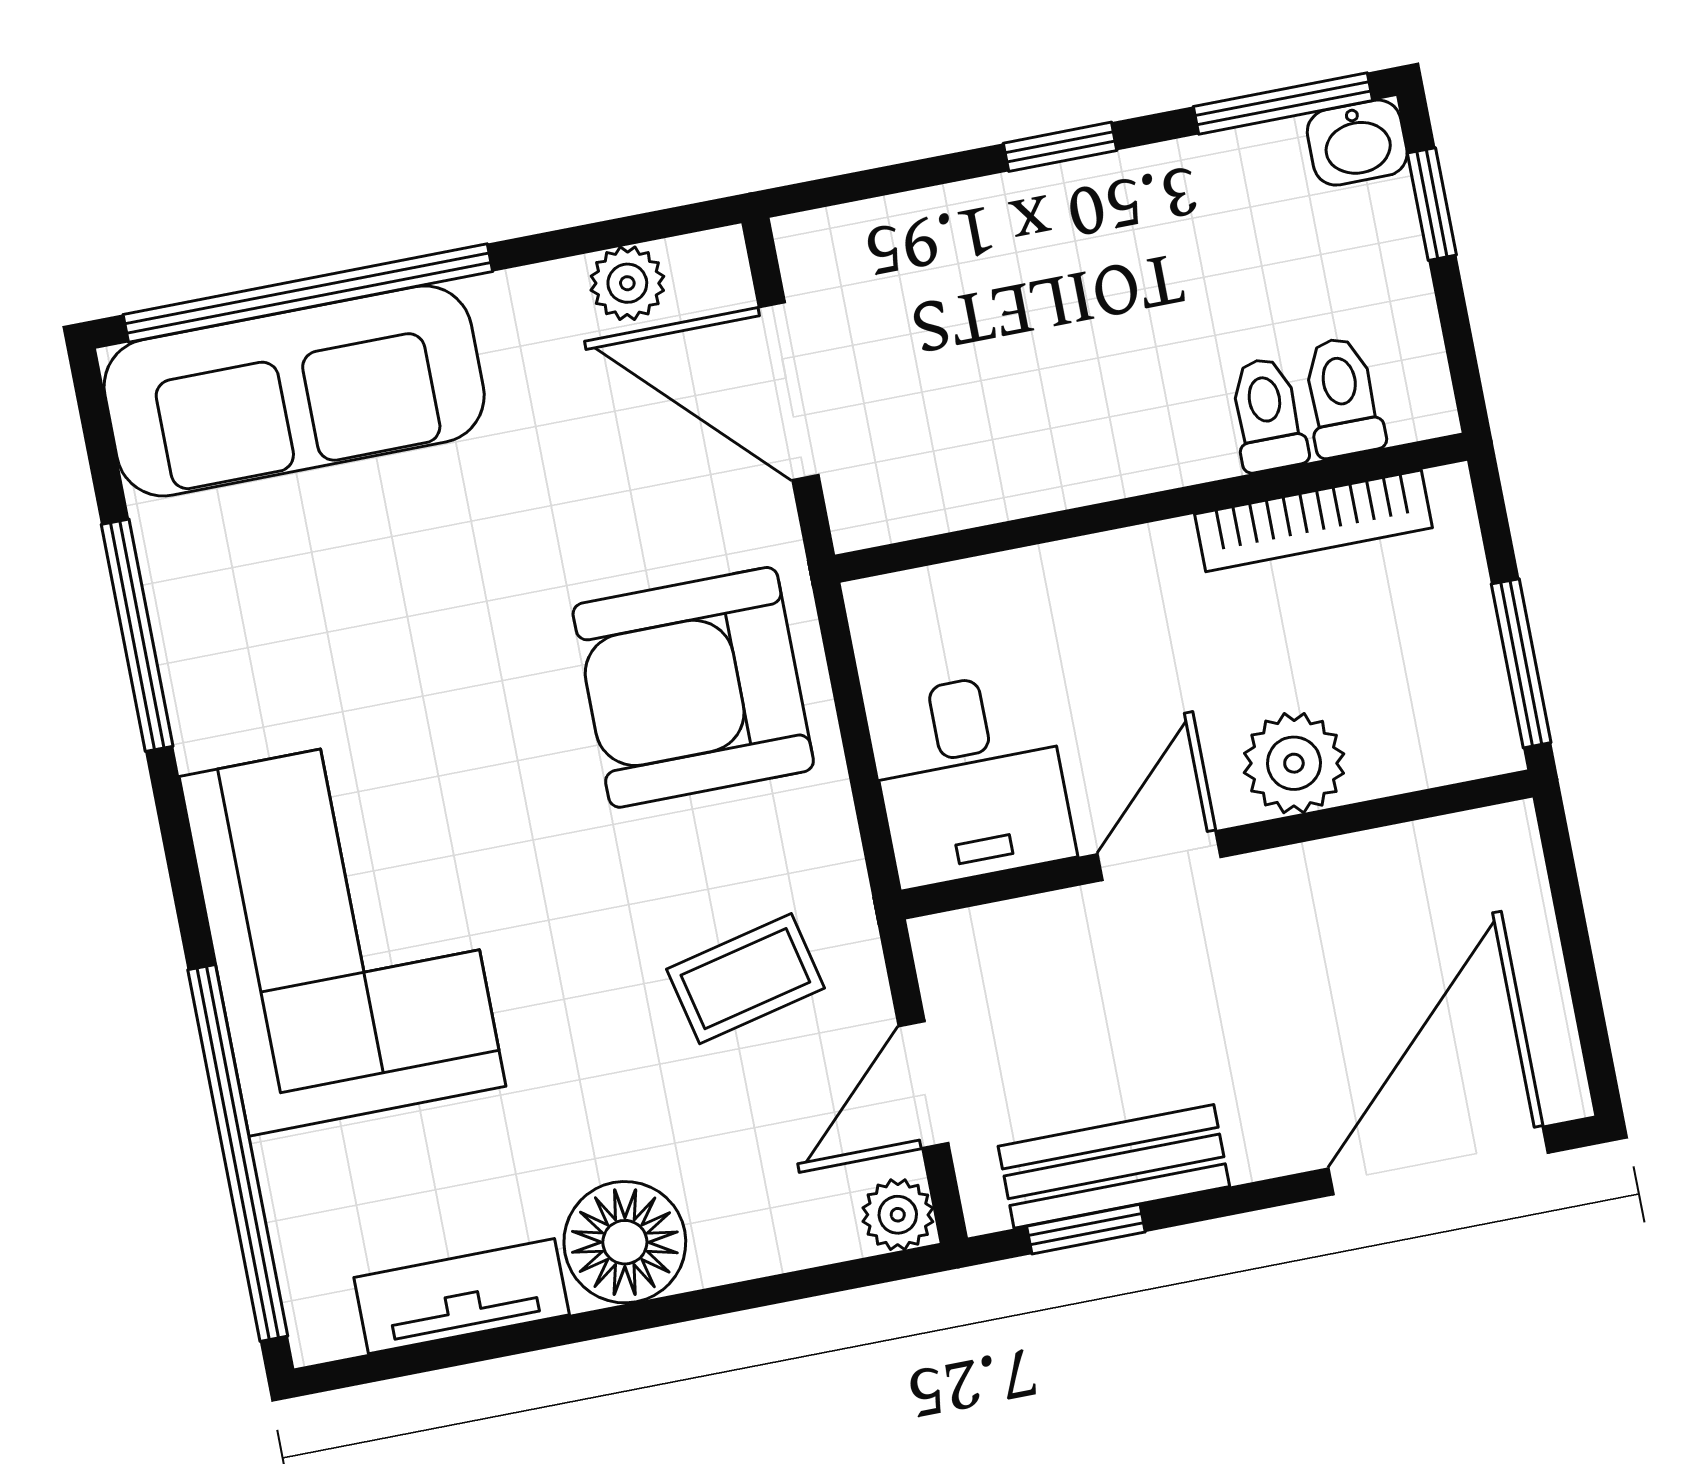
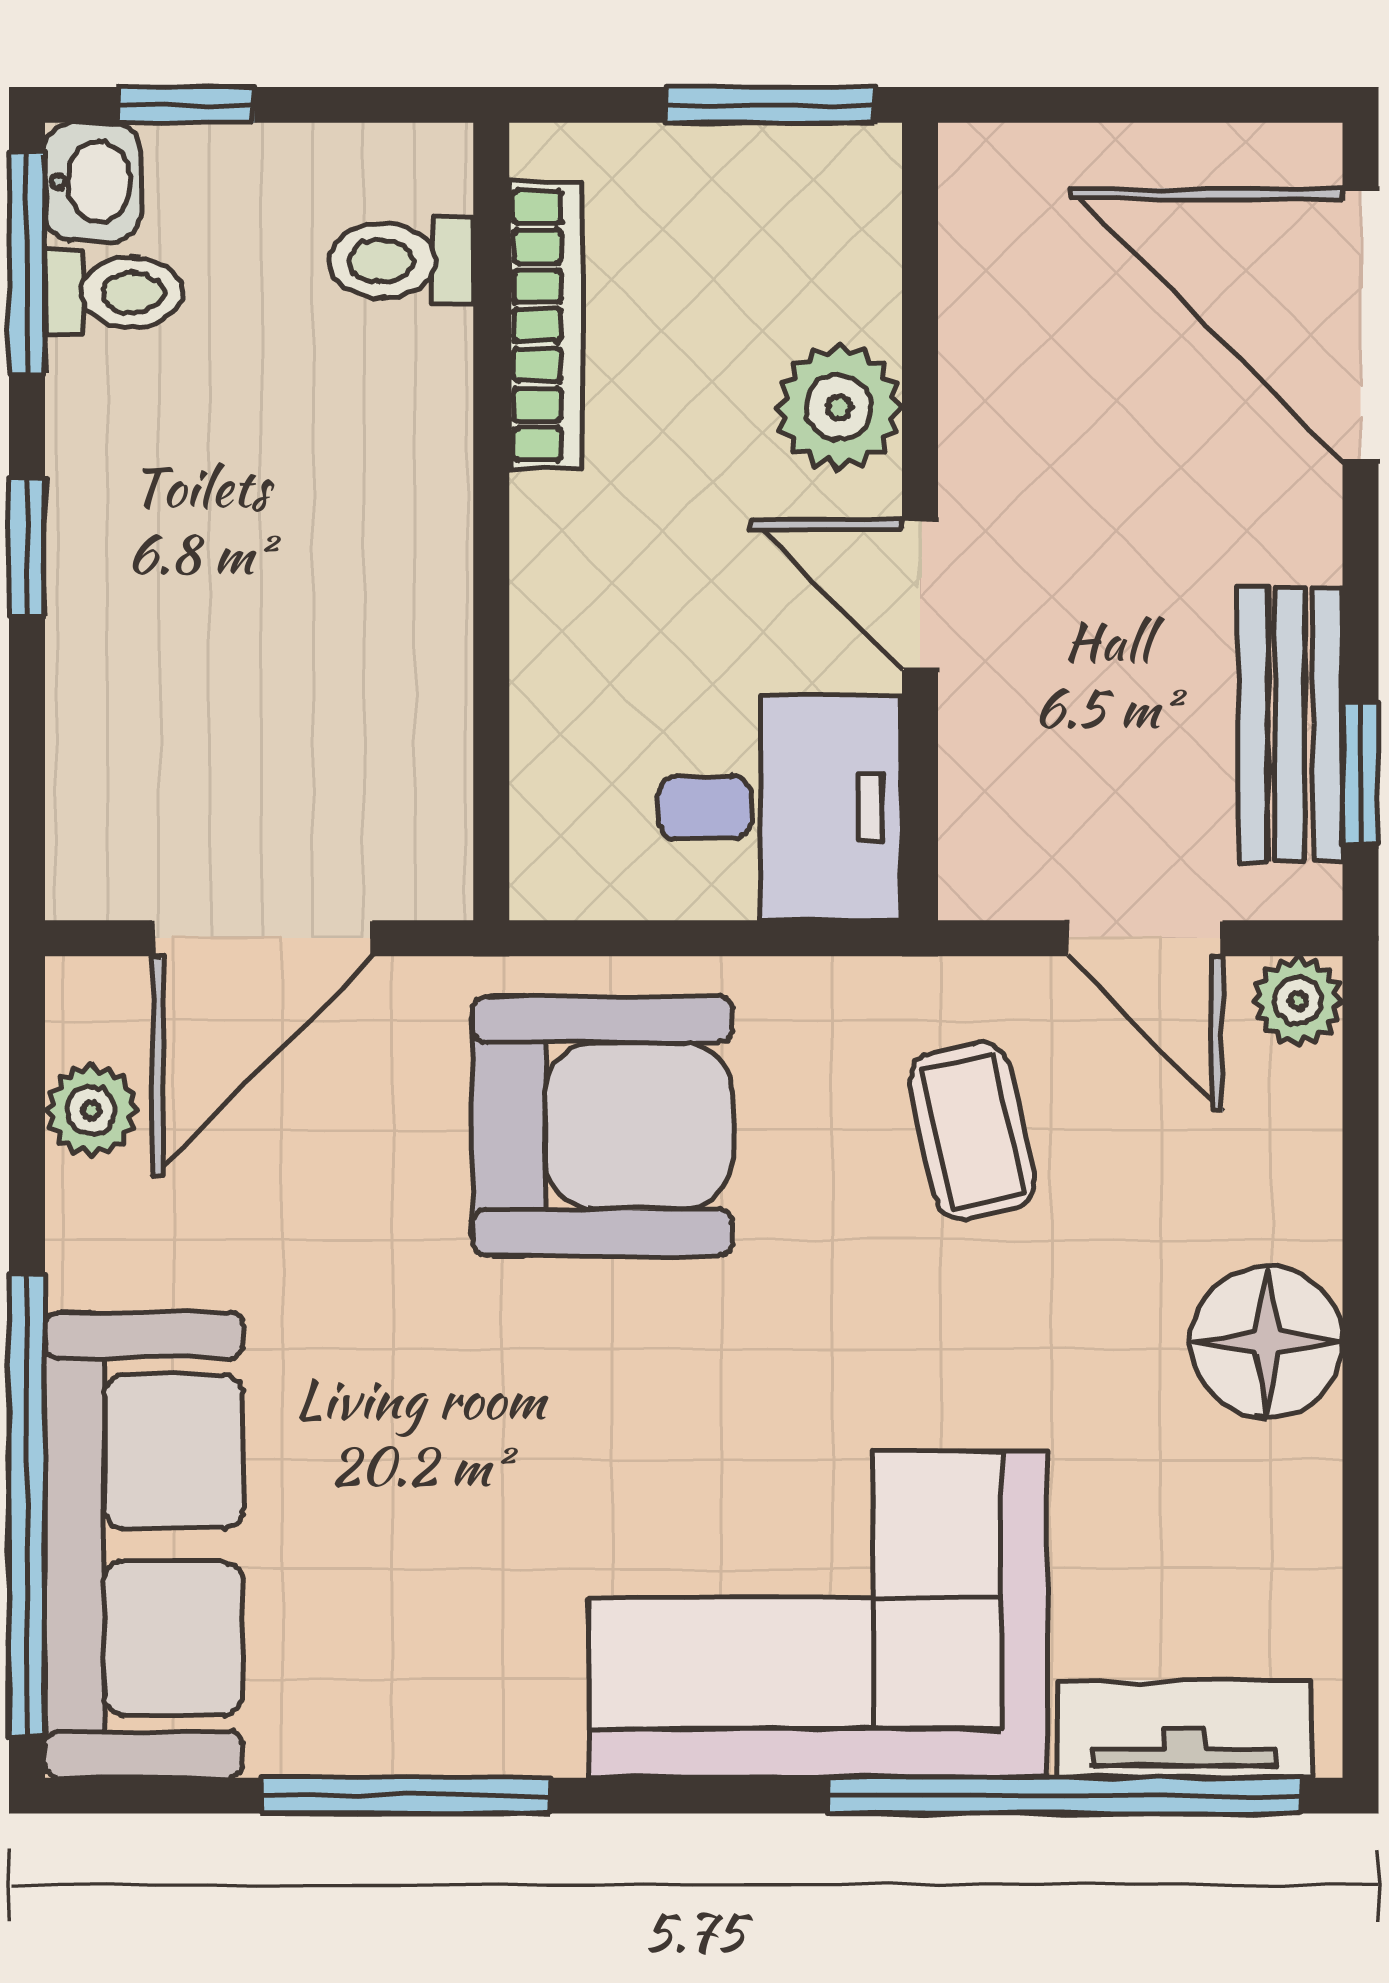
toilet: (1267, 415) -> (113, 293), moved, turned 180
armchair: (693, 687) -> (603, 1126), turned -90
tv unit: (462, 1296) -> (1184, 1729), moved, turned 90

